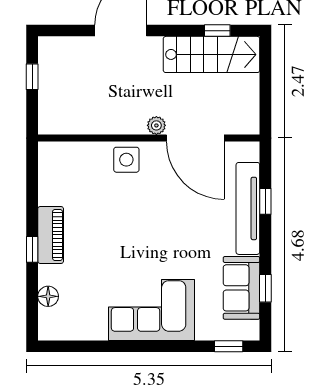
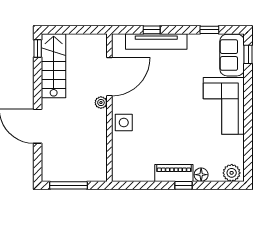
window: (217, 31) -> (38, 48), moved
window: (32, 77) -> (68, 185), width x2.17
sofa: (242, 288) -> (232, 55), moved, turned 90
floor lamp: (48, 296) -> (201, 175), moved
plant: (51, 321) -> (232, 173), added

